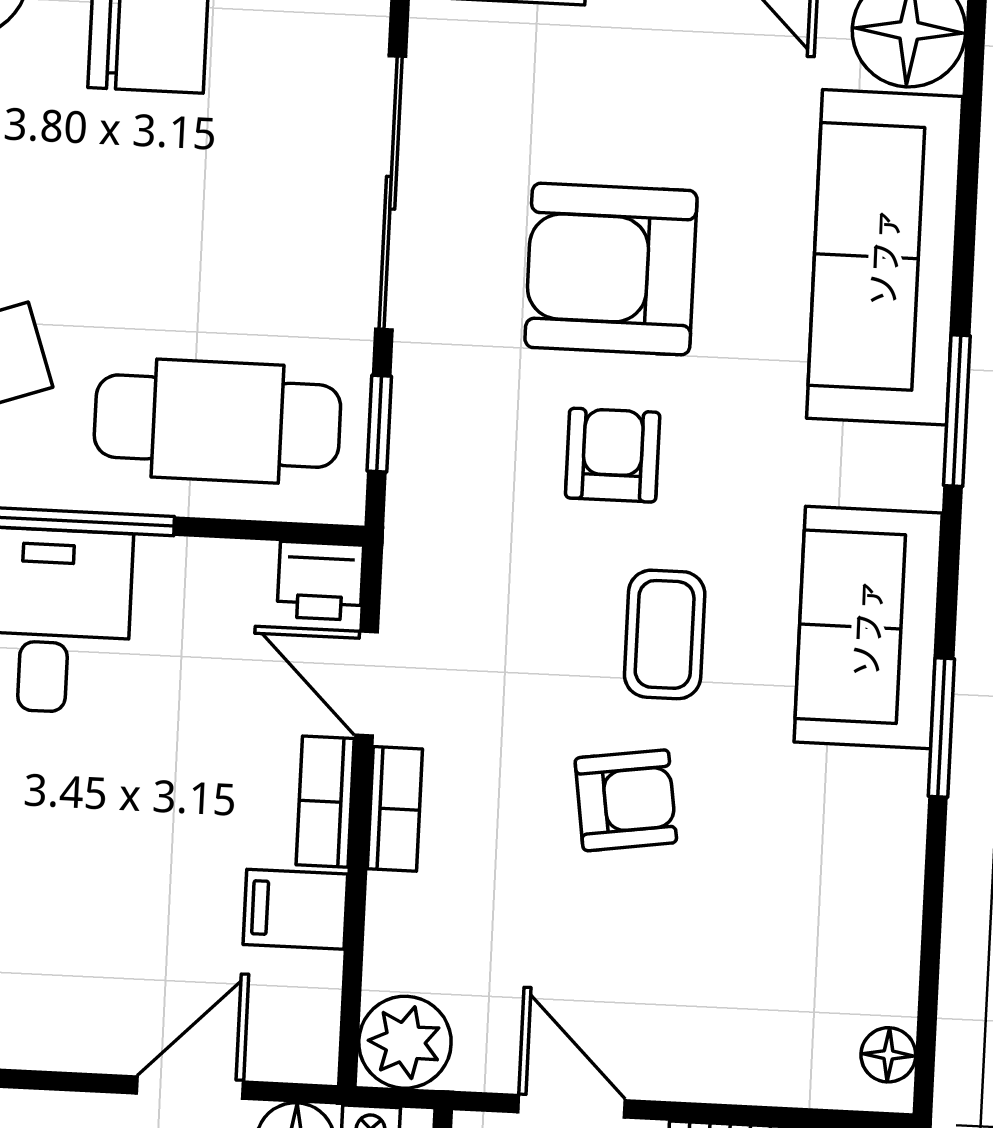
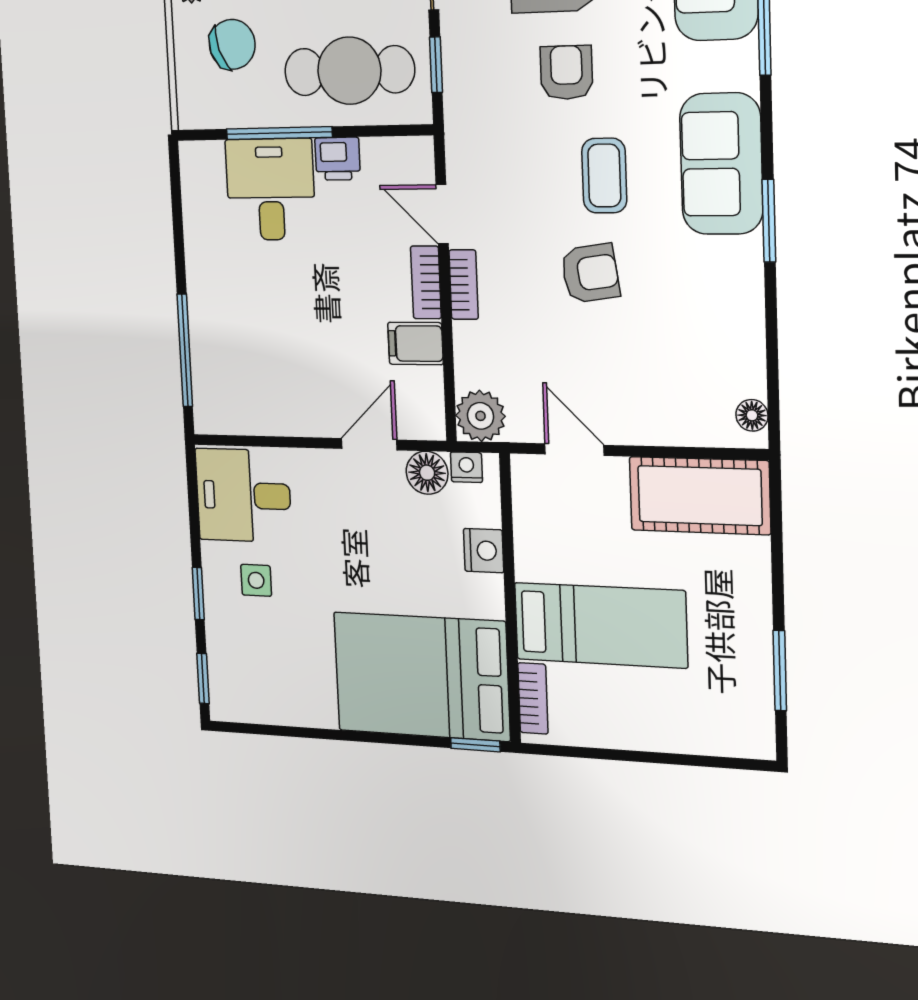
printer: (320, 581) -> (338, 159), moved

